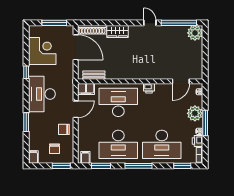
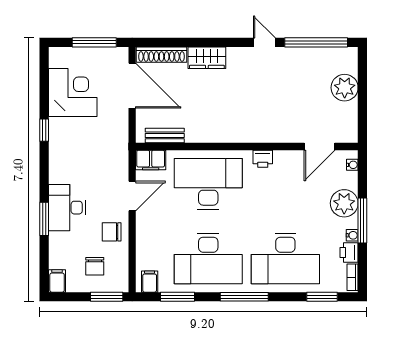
plant: (195, 33) -> (345, 88), moved
desk: (42, 94) -> (67, 208), moved, width x0.73, depth x0.77

